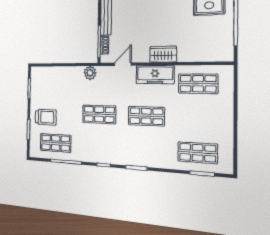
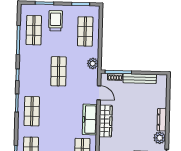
wardrobe: (163, 54) -> (106, 121), width x1.50
shop shelf: (56, 83) -> (85, 31), added
shop shelf: (146, 116) -> (32, 111), moved
trolley: (46, 117) -> (56, 21), turned 180

